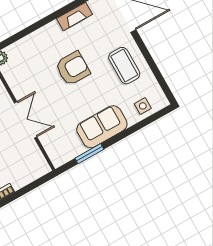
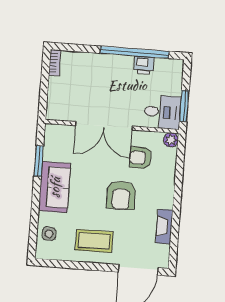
armchair: (32, 73) -> (141, 158), added
double door: (26, 120) -> (104, 126), width x1.37

